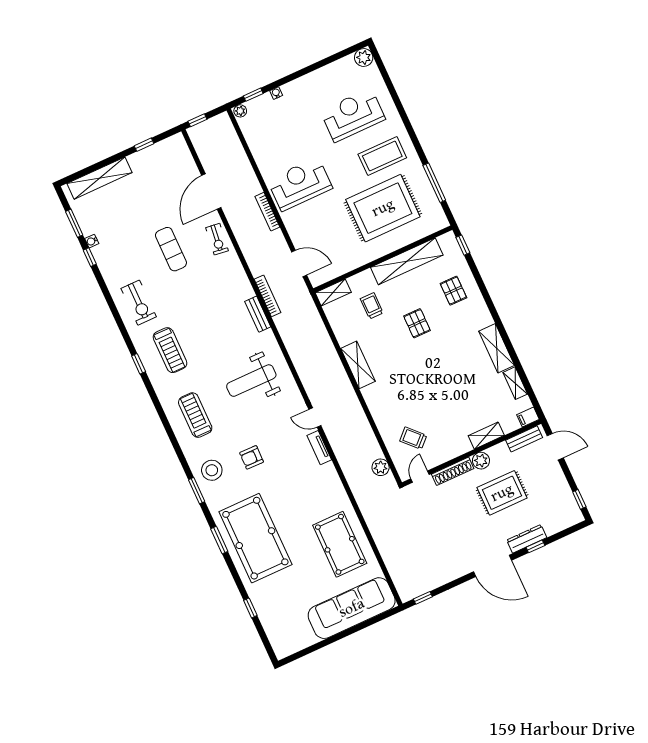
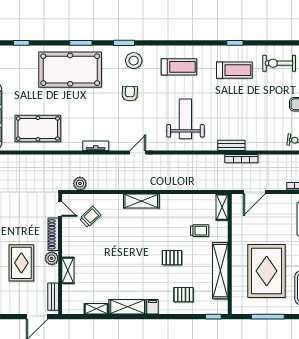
treadmill: (170, 350) -> (234, 70), turned 180
shelving: (358, 365) -> (141, 201), moved
filing cabinet: (528, 417) -> (153, 307), moved
tv unit: (319, 448) -> (96, 146), moved

